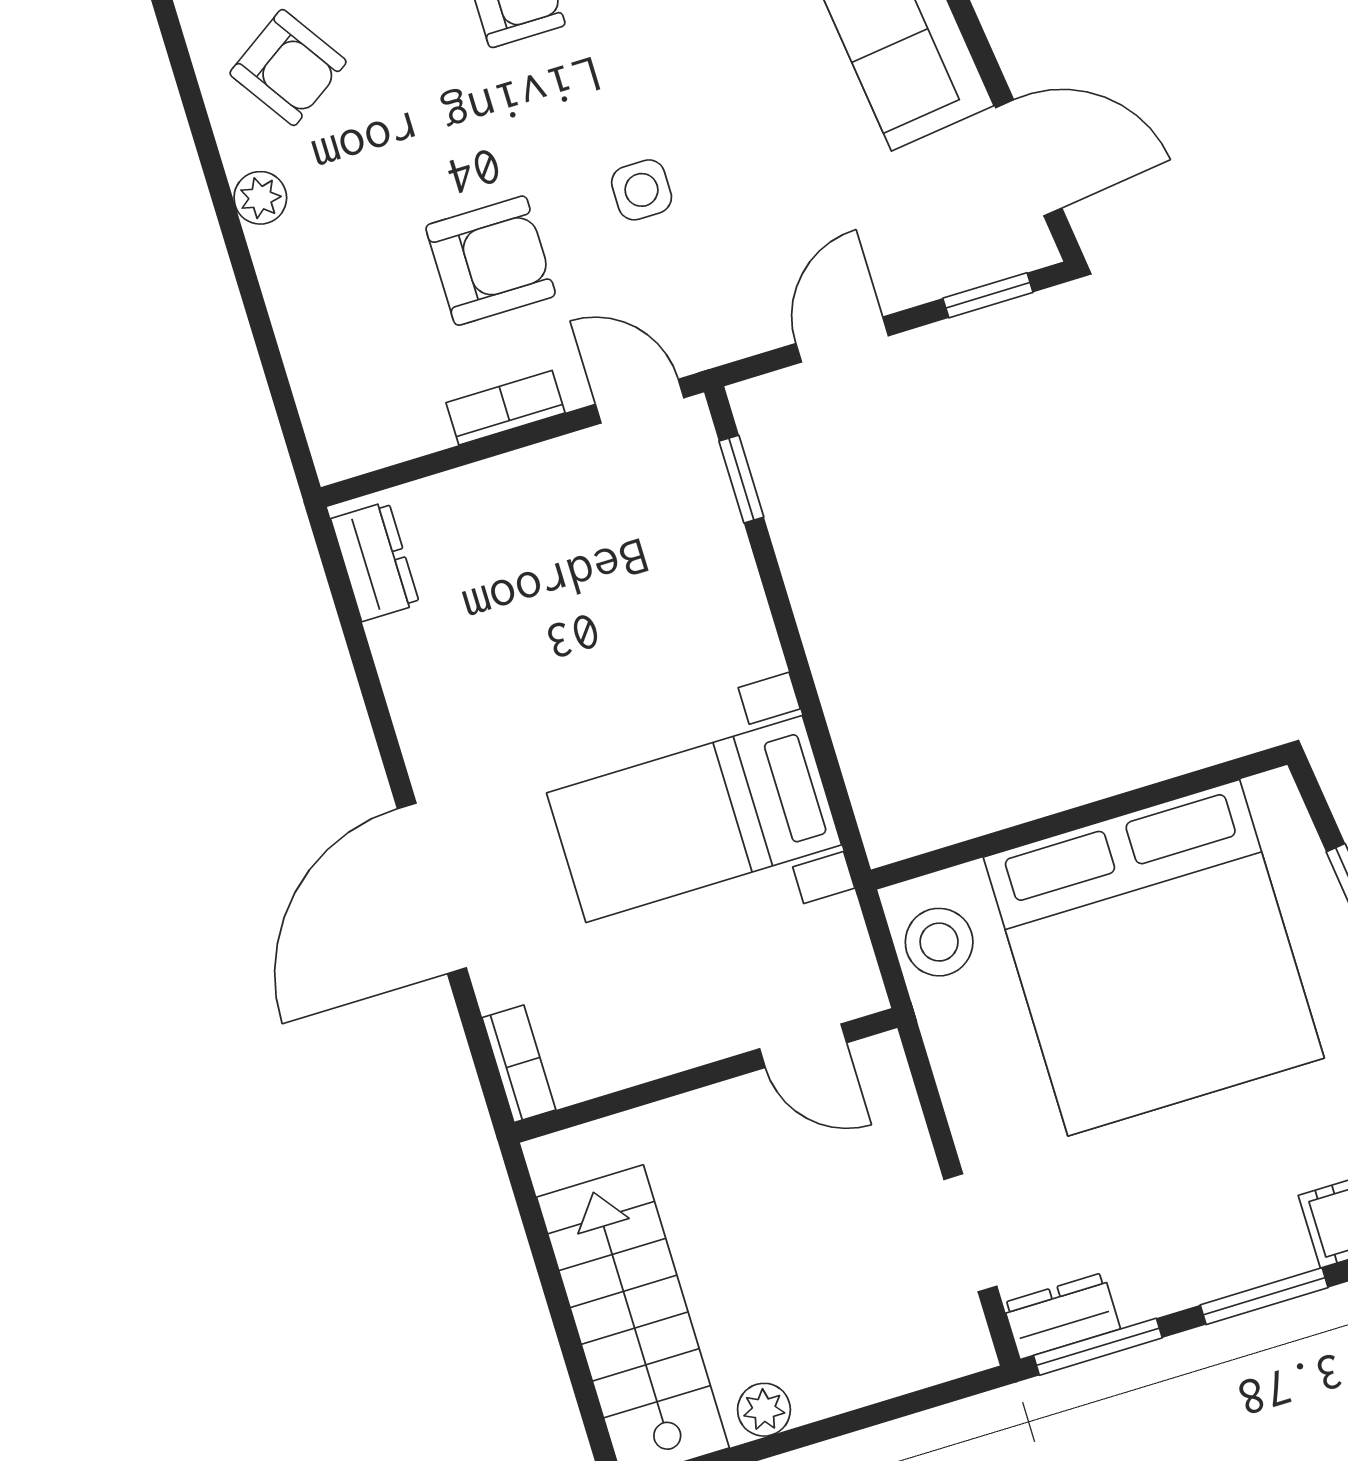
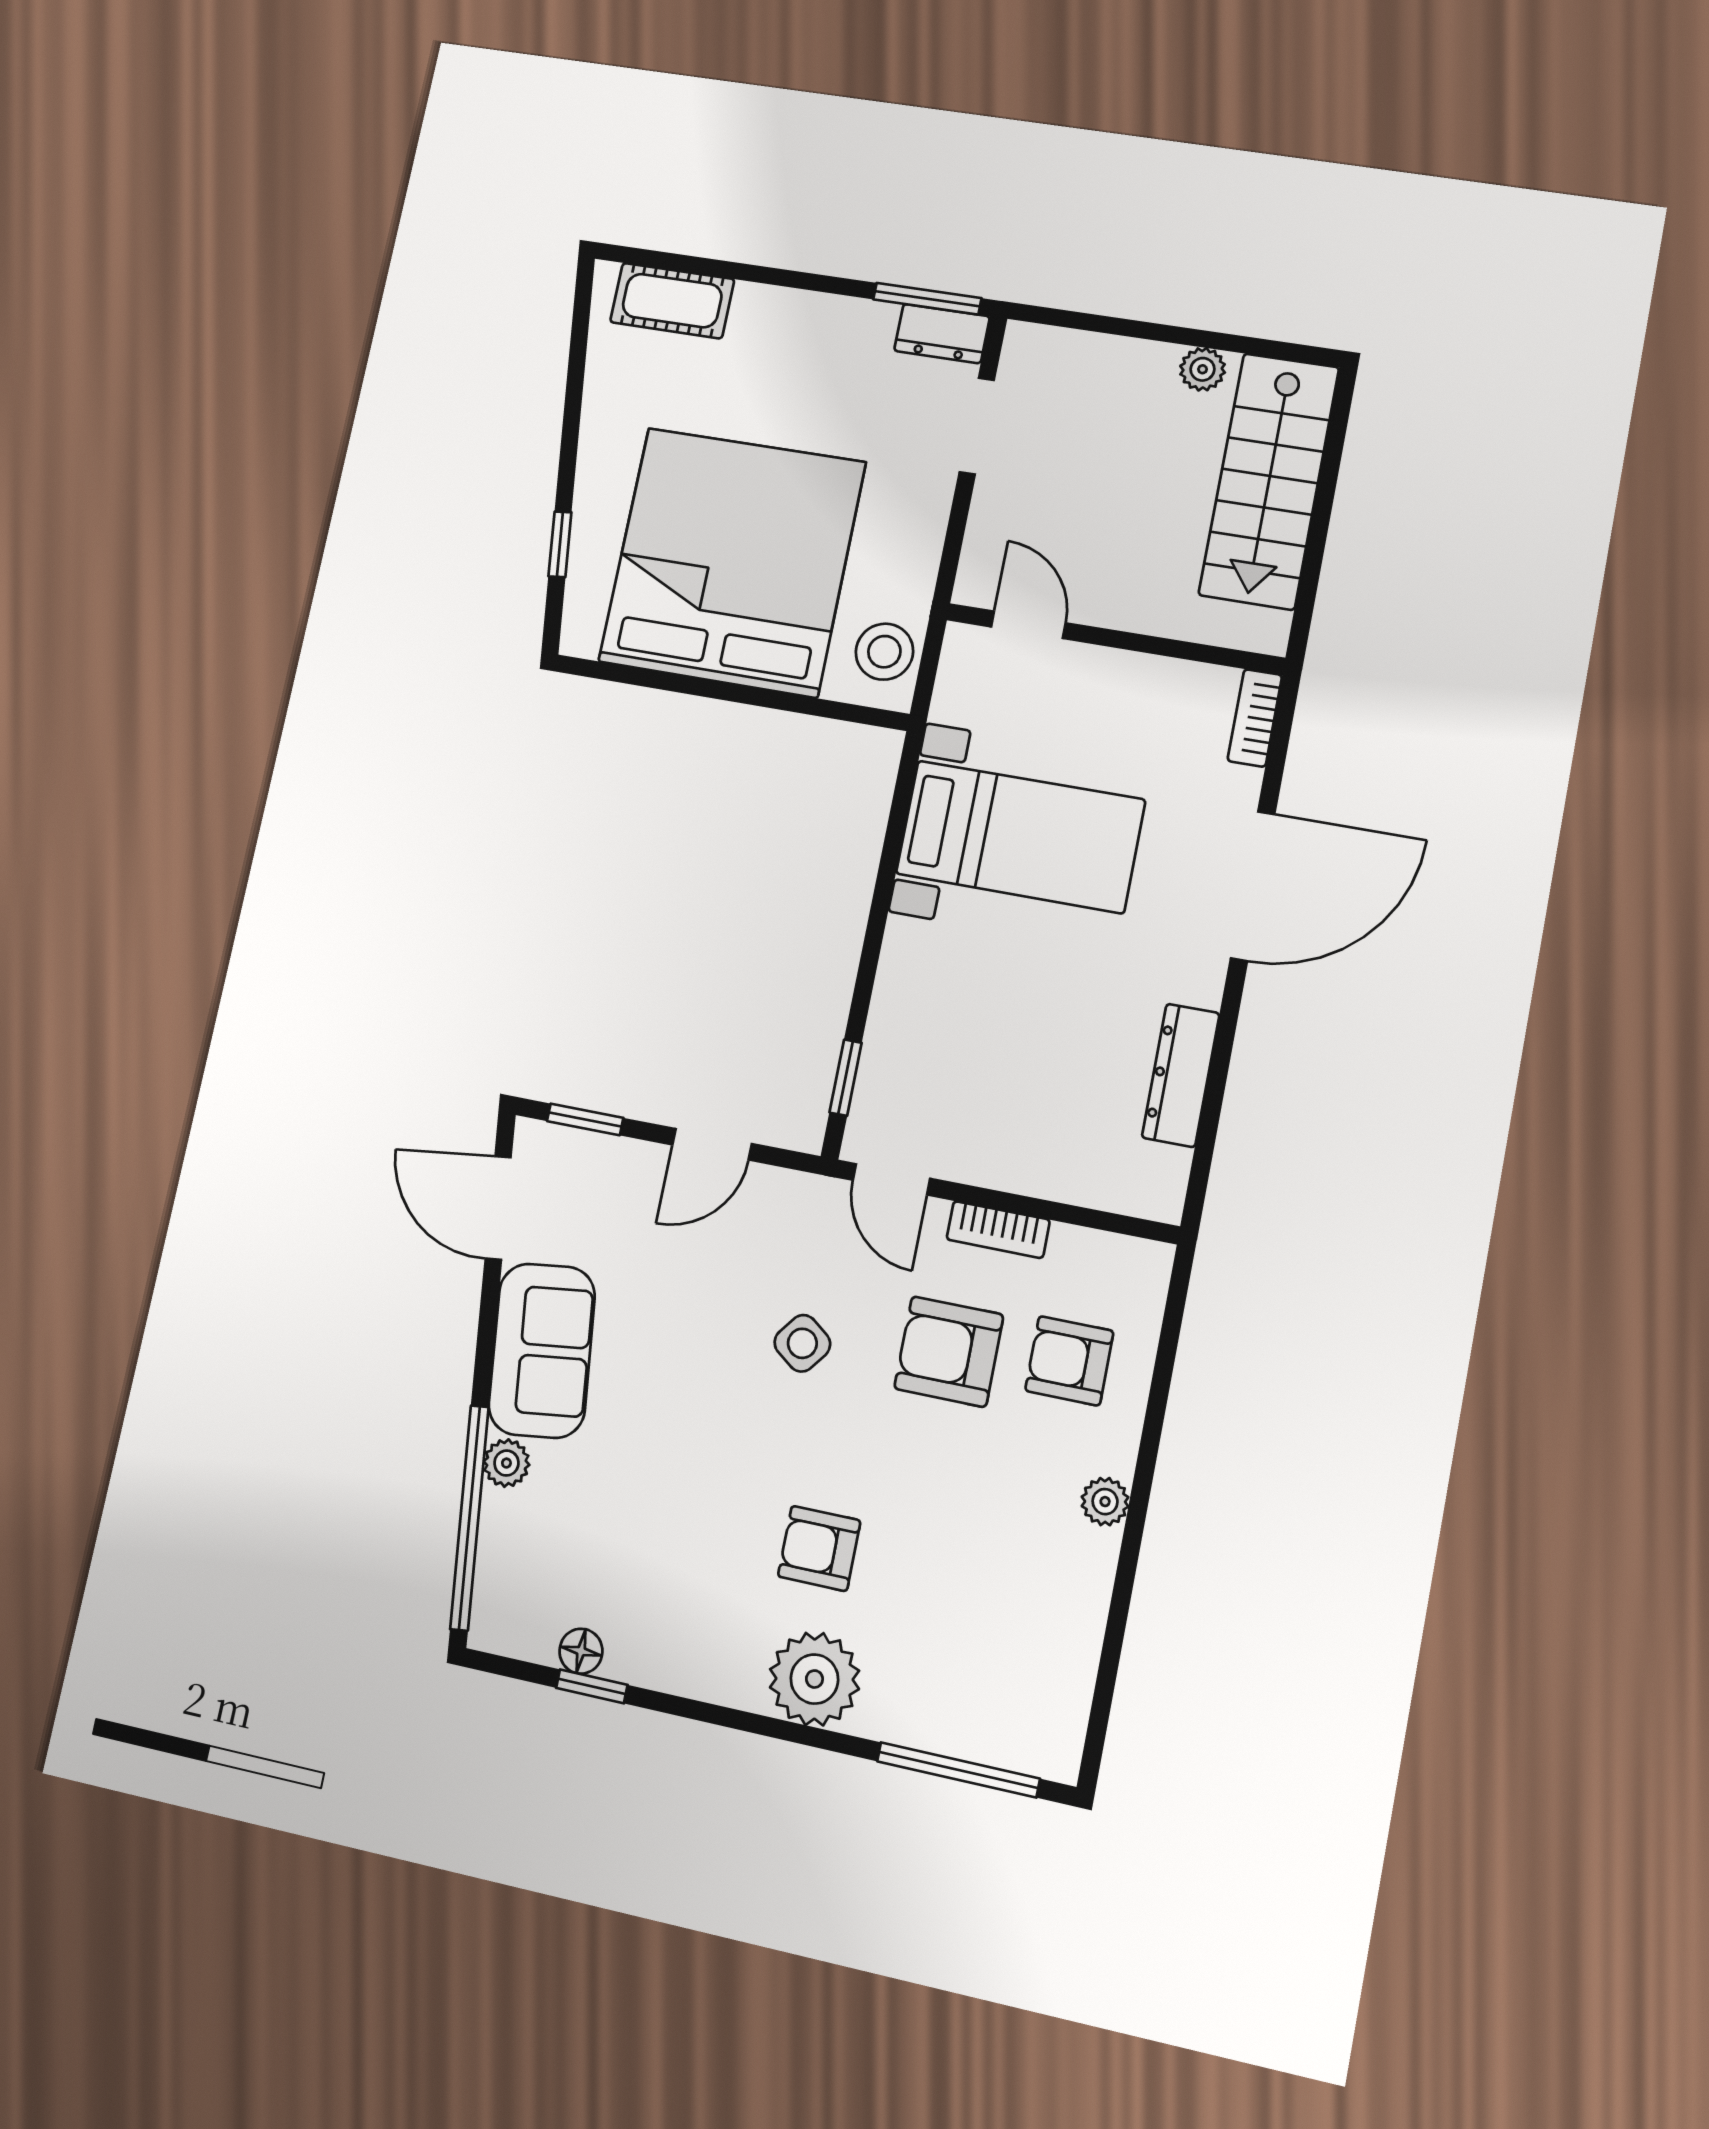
armchair: (288, 67) -> (1069, 1361), moved, turned -56
side table: (642, 190) -> (802, 1343), turned 37
dresser: (375, 561) -> (1181, 1075), moved, width x1.44
window: (1264, 1296) -> (786, 278), removed

